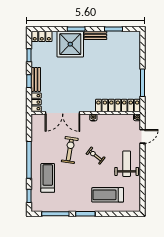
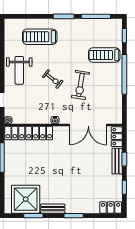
shower: (70, 44) -> (26, 199), moved
double door: (63, 113) -> (88, 125), swing flipped
treadmill: (48, 178) -> (104, 55), turned 90
treadmill: (108, 195) -> (40, 37), turned 180

